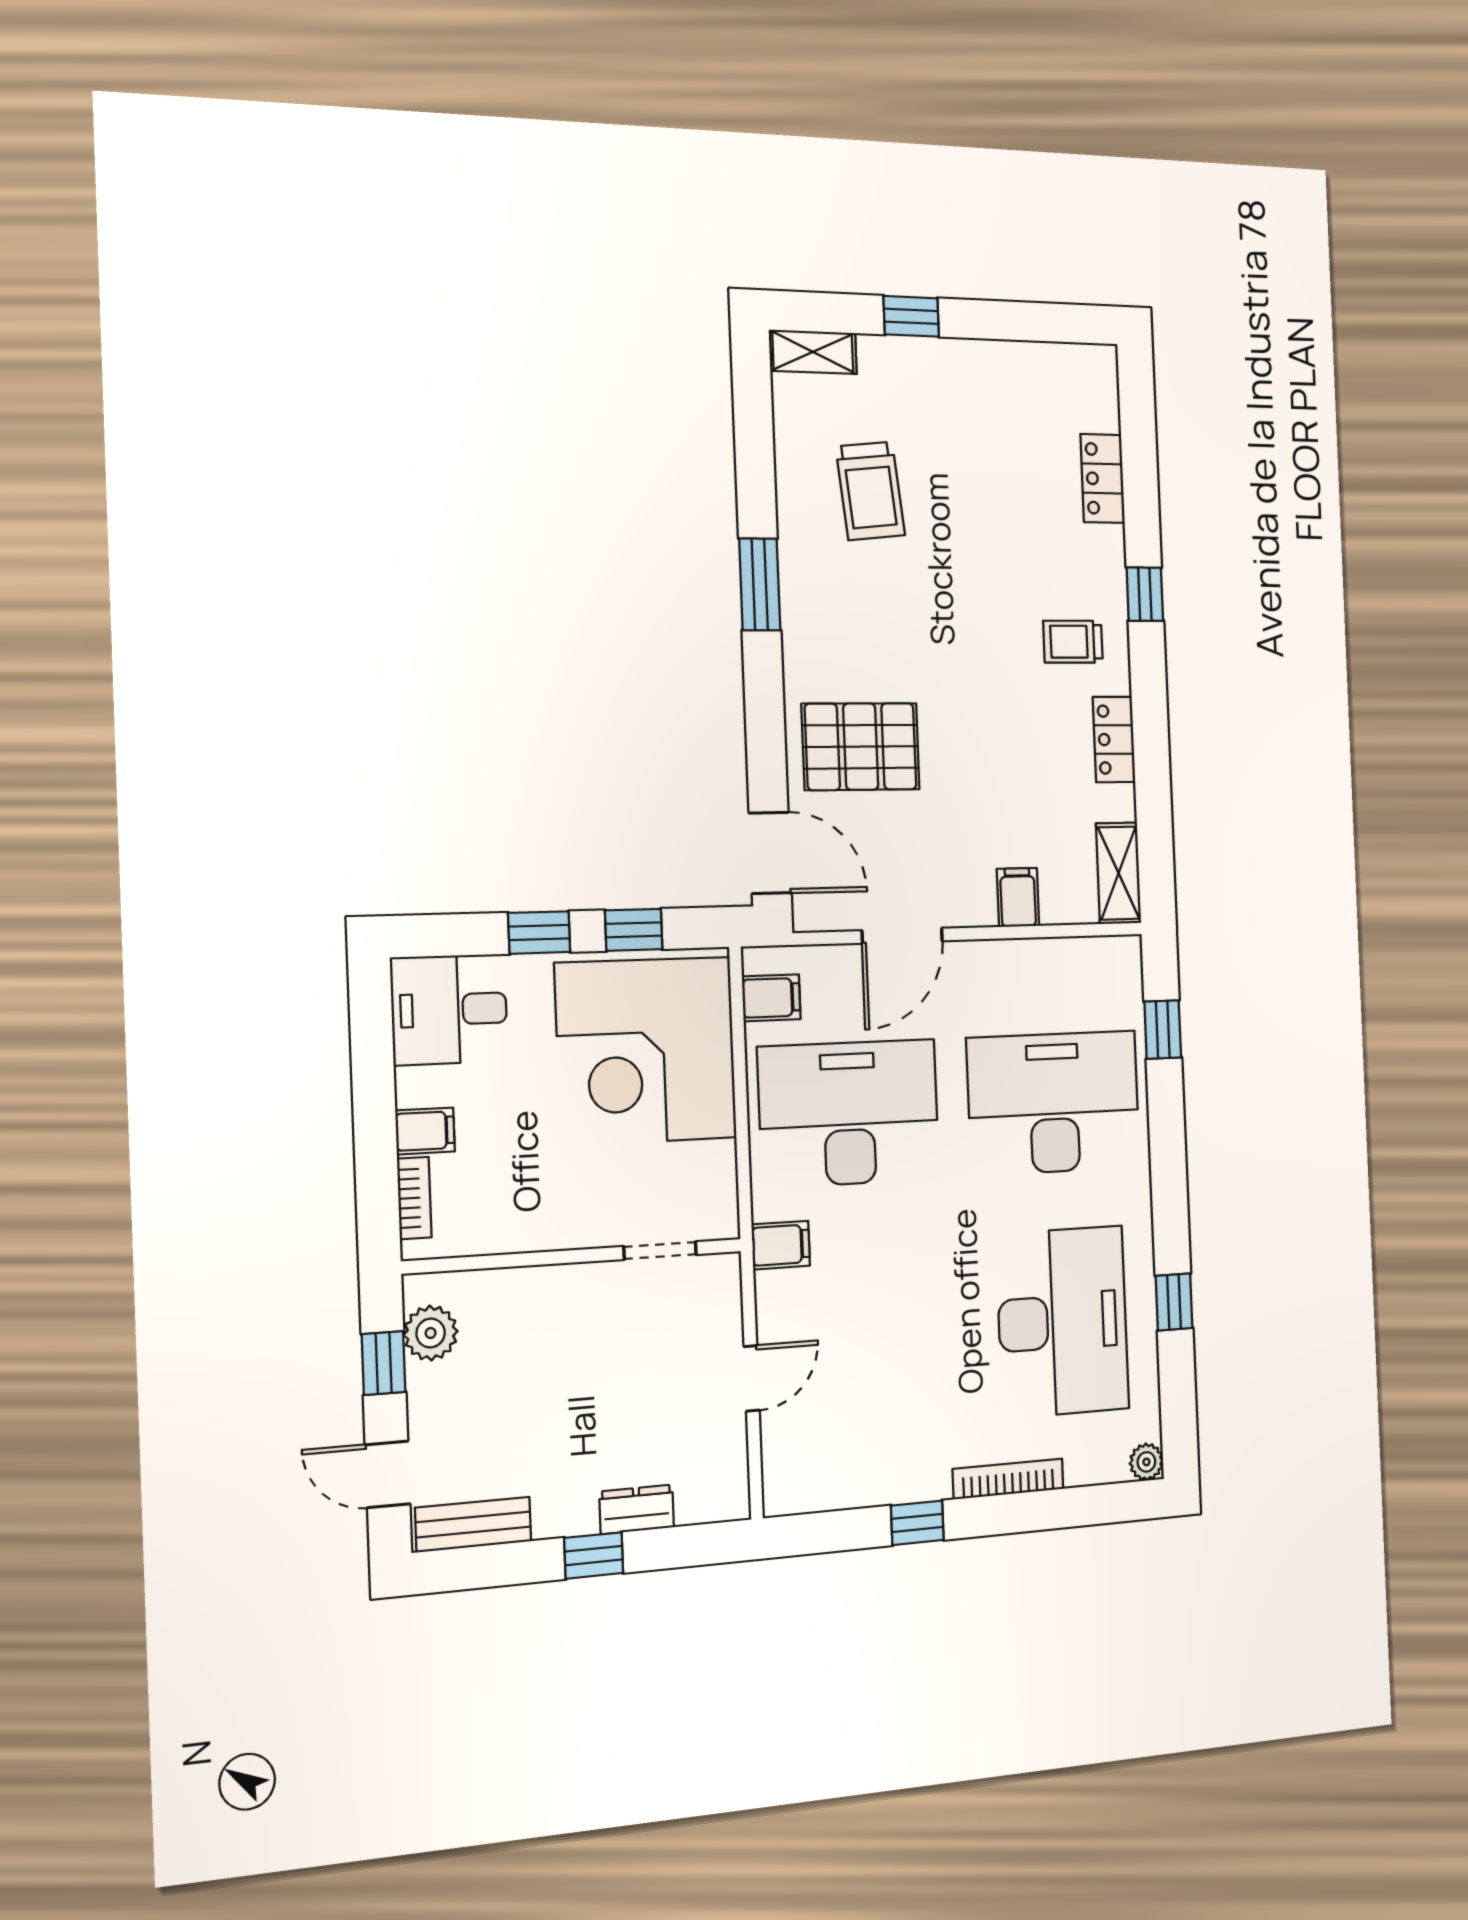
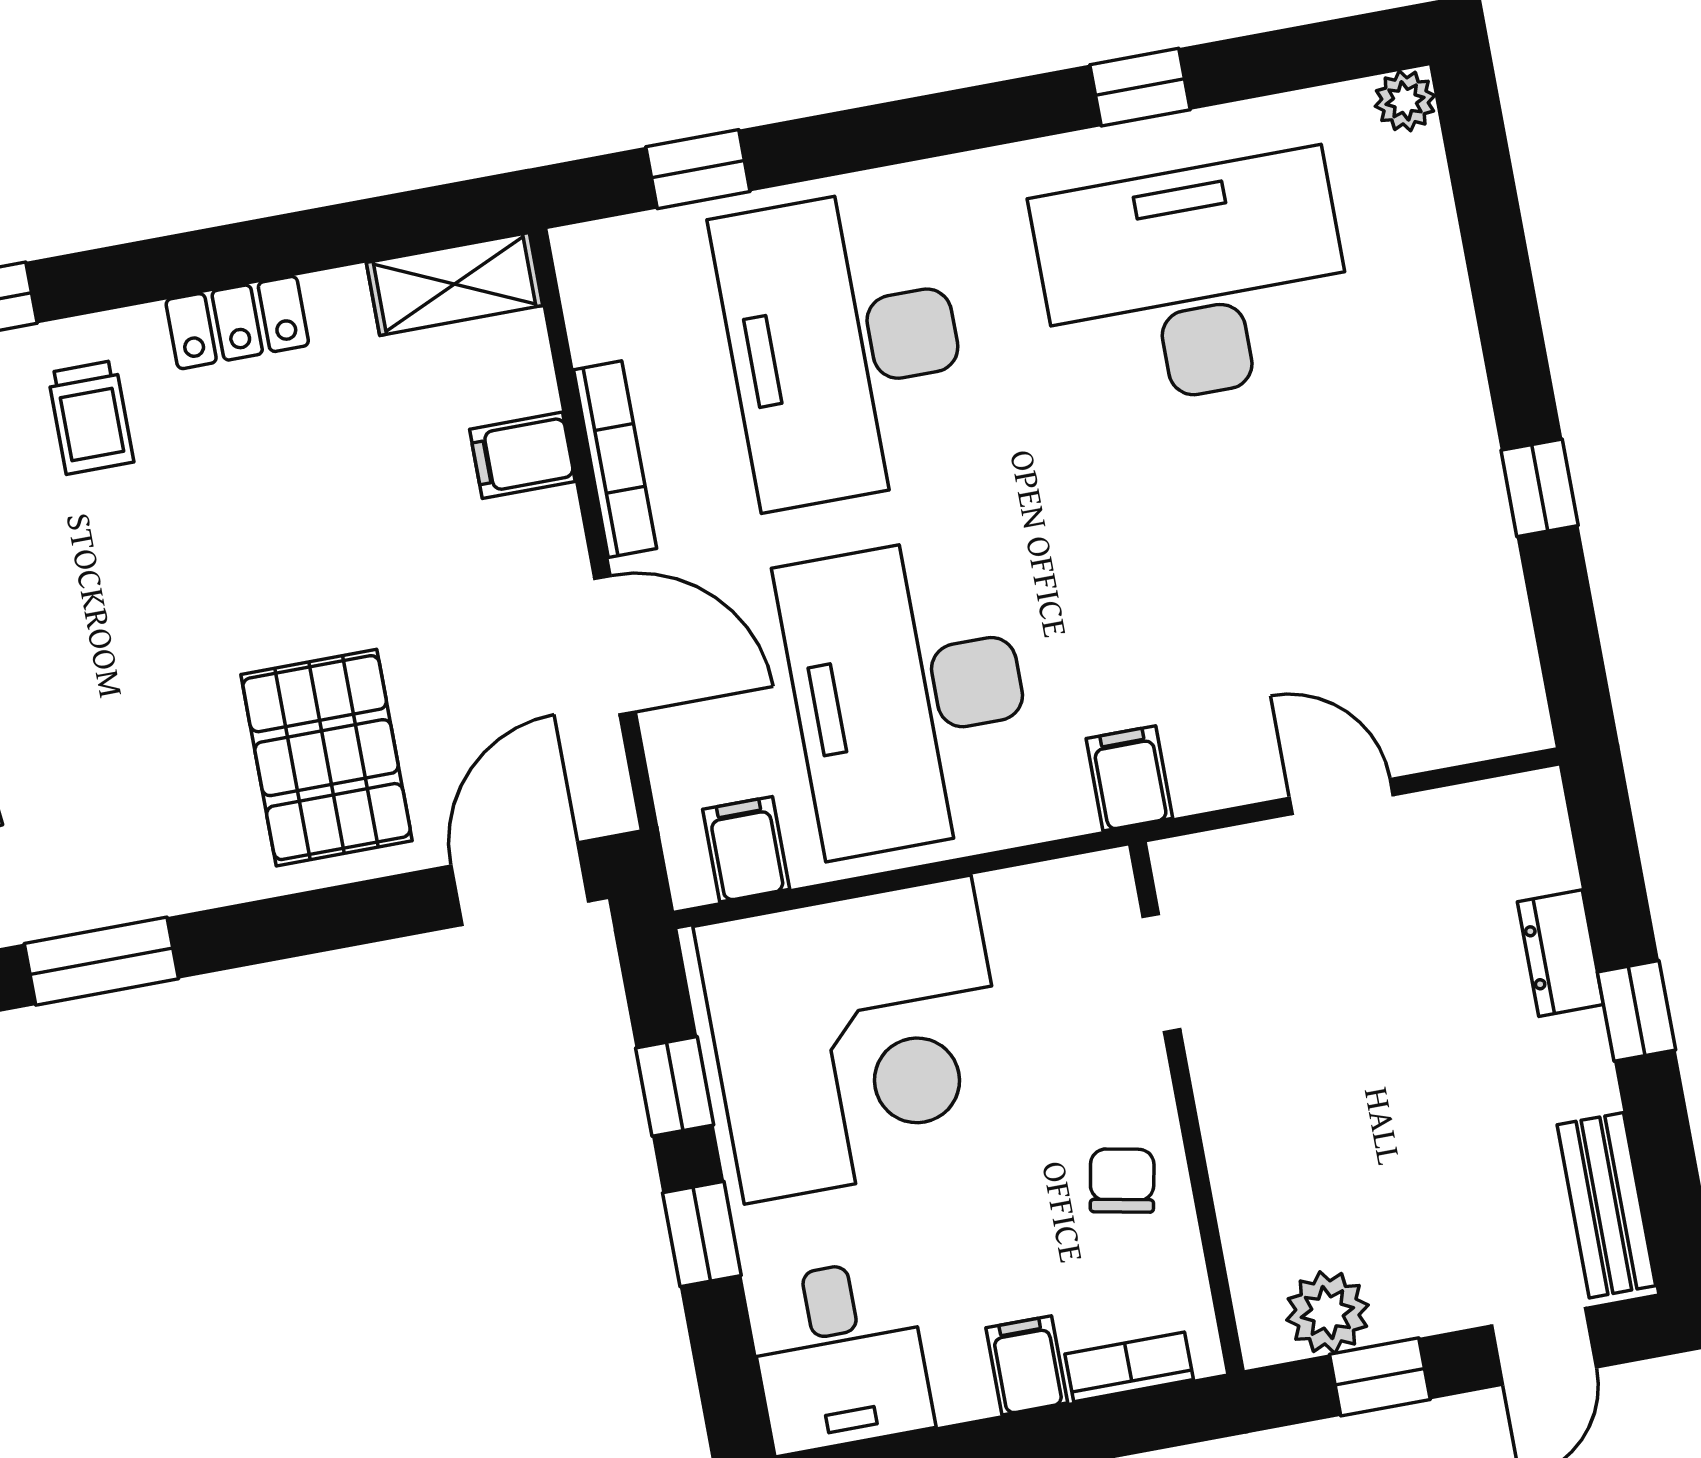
chair: (534, 1209) -> (1122, 1181), added
bookcase: (1008, 1479) -> (615, 459), moved, turned 180

